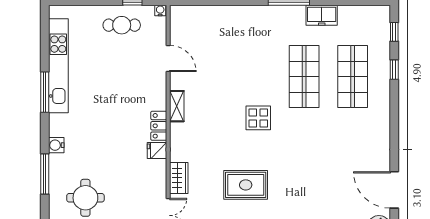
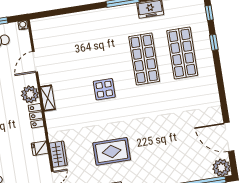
door: (168, 59) -> (35, 62), swing flipped
plant: (155, 98) -> (30, 94), added
display table: (258, 118) -> (104, 89), moved
fridge: (157, 151) -> (40, 148), moved

